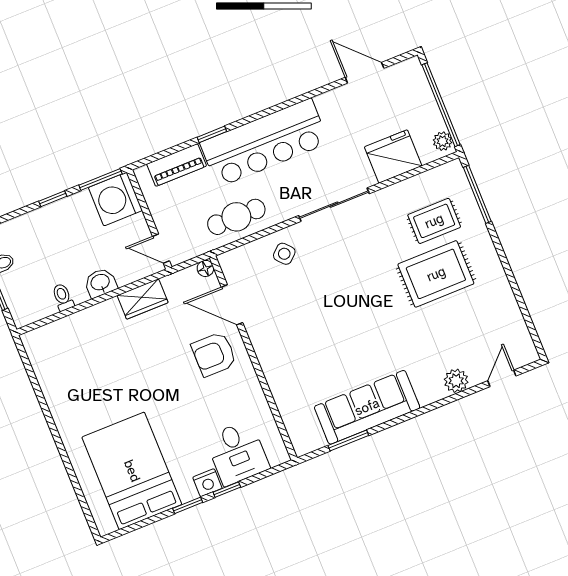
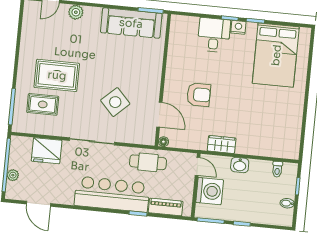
plant: (442, 141) -> (13, 175), moved
washing machine: (115, 199) -> (210, 191), moved
side table: (284, 254) -> (115, 102), moved, width x1.87, depth x1.87
floor lamp: (205, 268) -> (163, 142), moved
toilet: (63, 297) -> (277, 169), moved
door: (232, 305) -> (159, 115), moved
wall: (253, 358) -> (163, 80), moved

